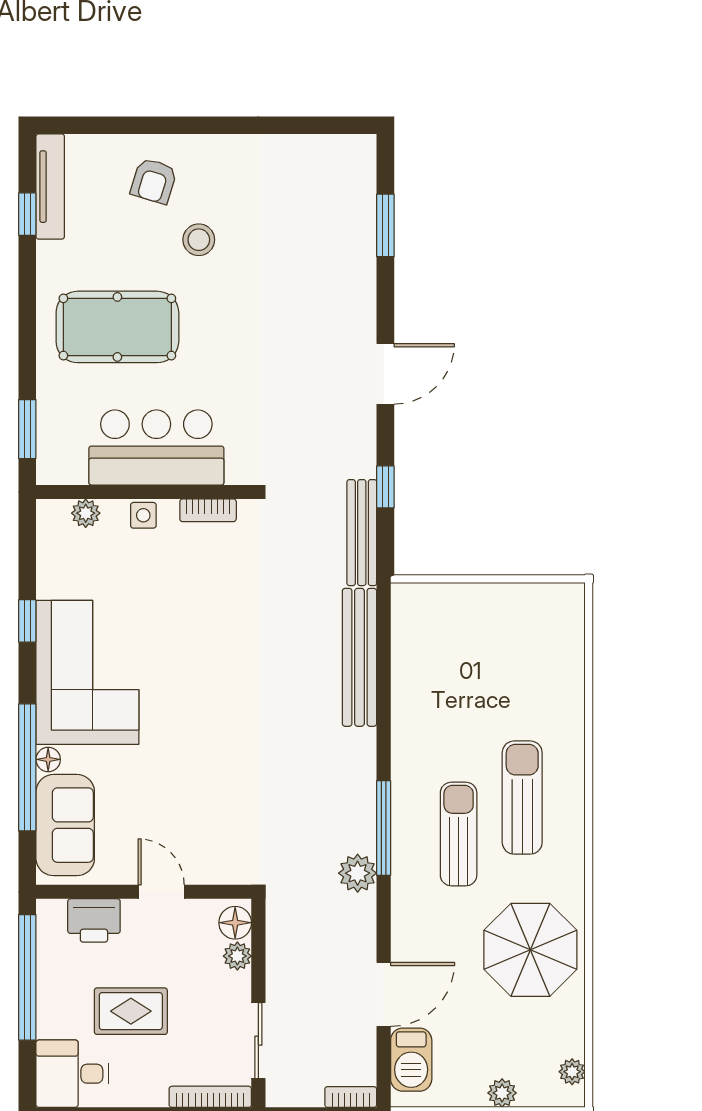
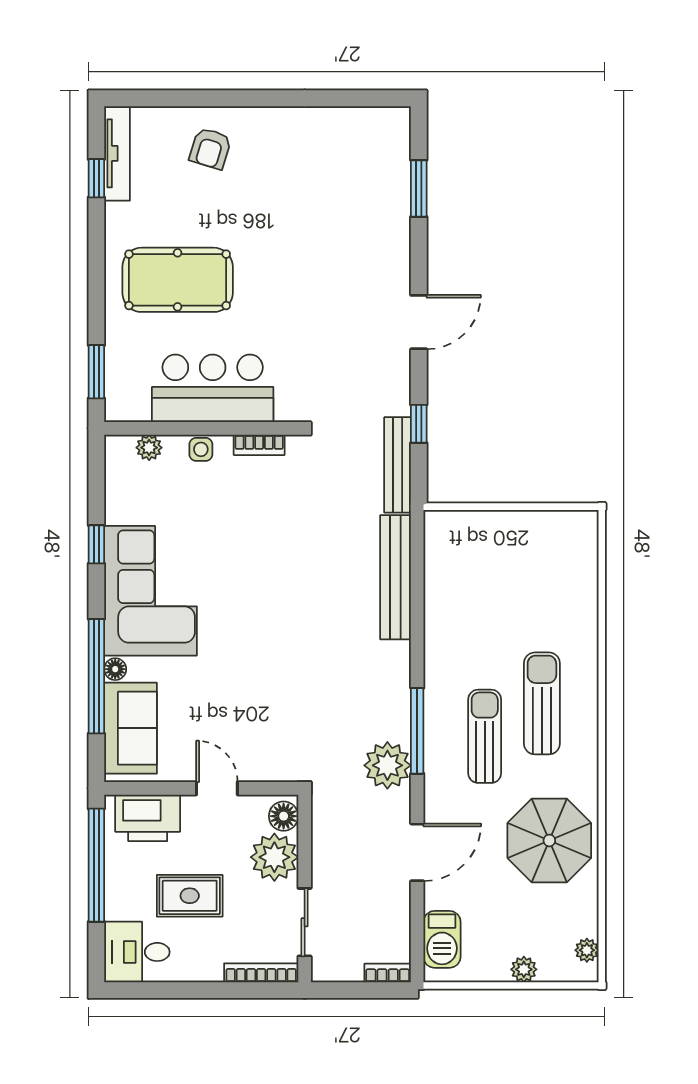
stool: (199, 240) -> (251, 201), removed
plant: (358, 873) -> (387, 765), width x1.36, depth x1.36
printer: (94, 920) -> (148, 818), width x1.37, depth x1.19
plant: (237, 956) -> (274, 857), width x1.88, depth x1.88
door: (384, 994) -> (417, 852), moved

